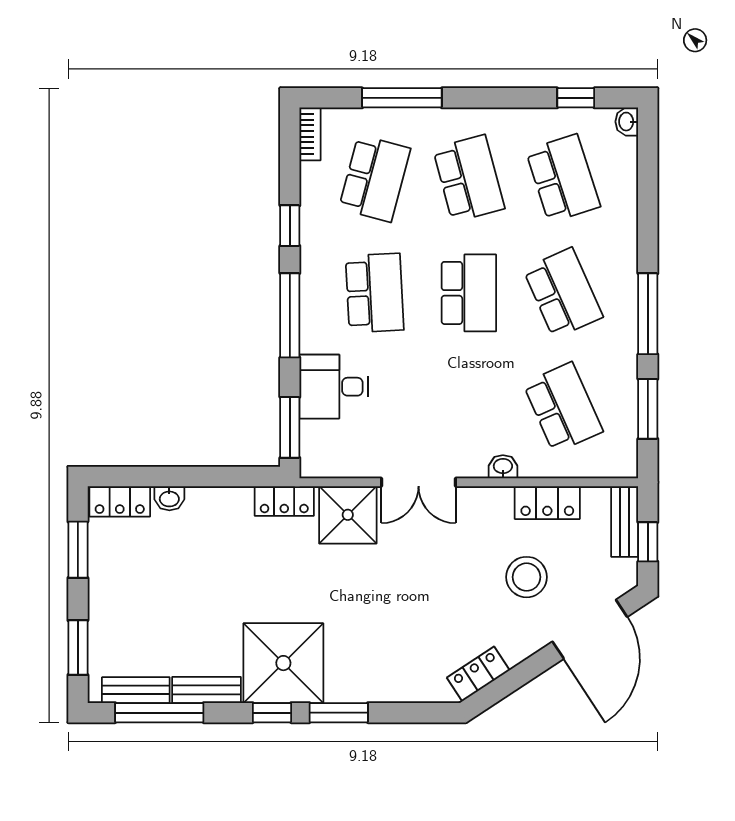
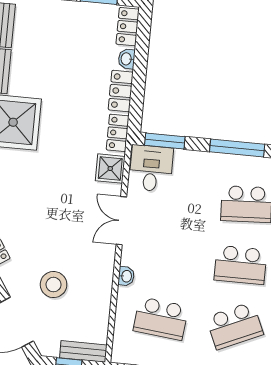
desk: (334, 387) -> (151, 168), moved
school desk: (563, 407) -> (161, 319), turned 30
locker: (547, 503) -> (121, 91), moved
shower: (348, 515) -> (110, 169), width x0.73, depth x0.73

